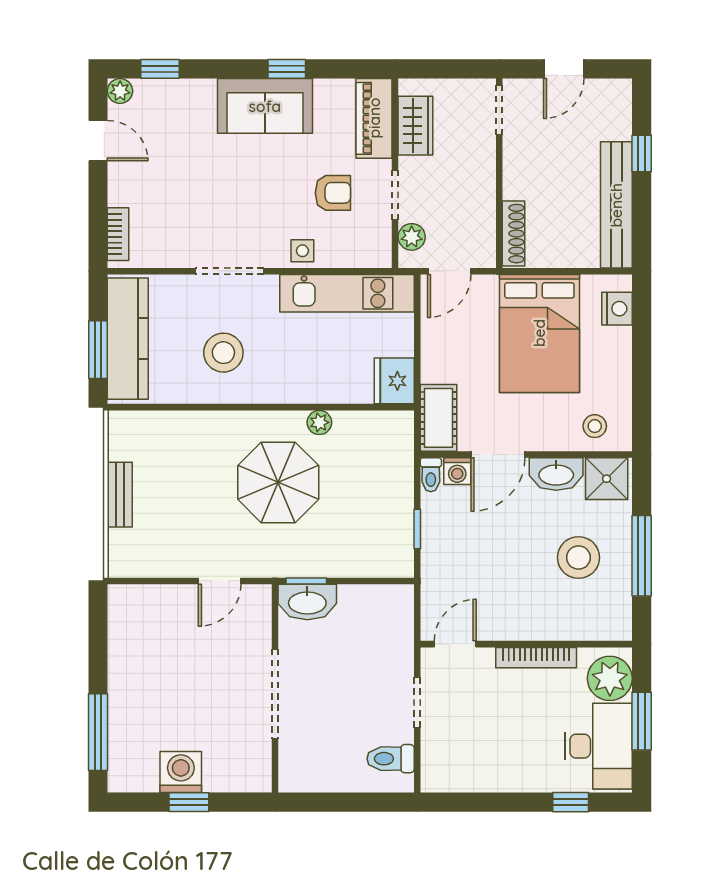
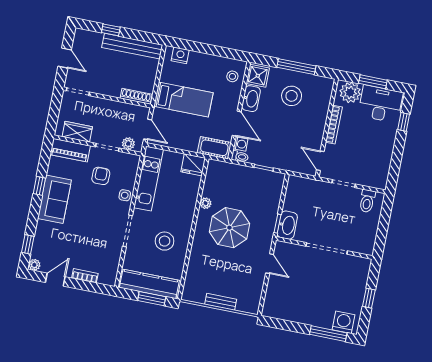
bookcase: (118, 234) -> (85, 276), moved
bed: (539, 333) -> (183, 100), width x0.67
washing machine: (181, 772) -> (343, 322), moved, turned 90

